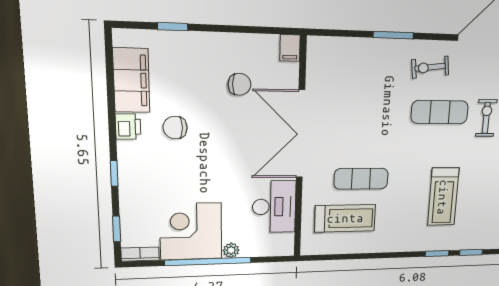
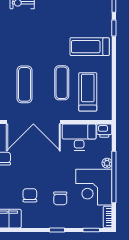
exercise mat: (440, 112) -> (25, 84), moved
printer: (128, 127) -> (104, 131), moved, turned 180
chair: (175, 128) -> (30, 195), turned 180
chair: (171, 178) -> (60, 198), added
treadmill: (443, 197) -> (90, 47), moved, turned 180

